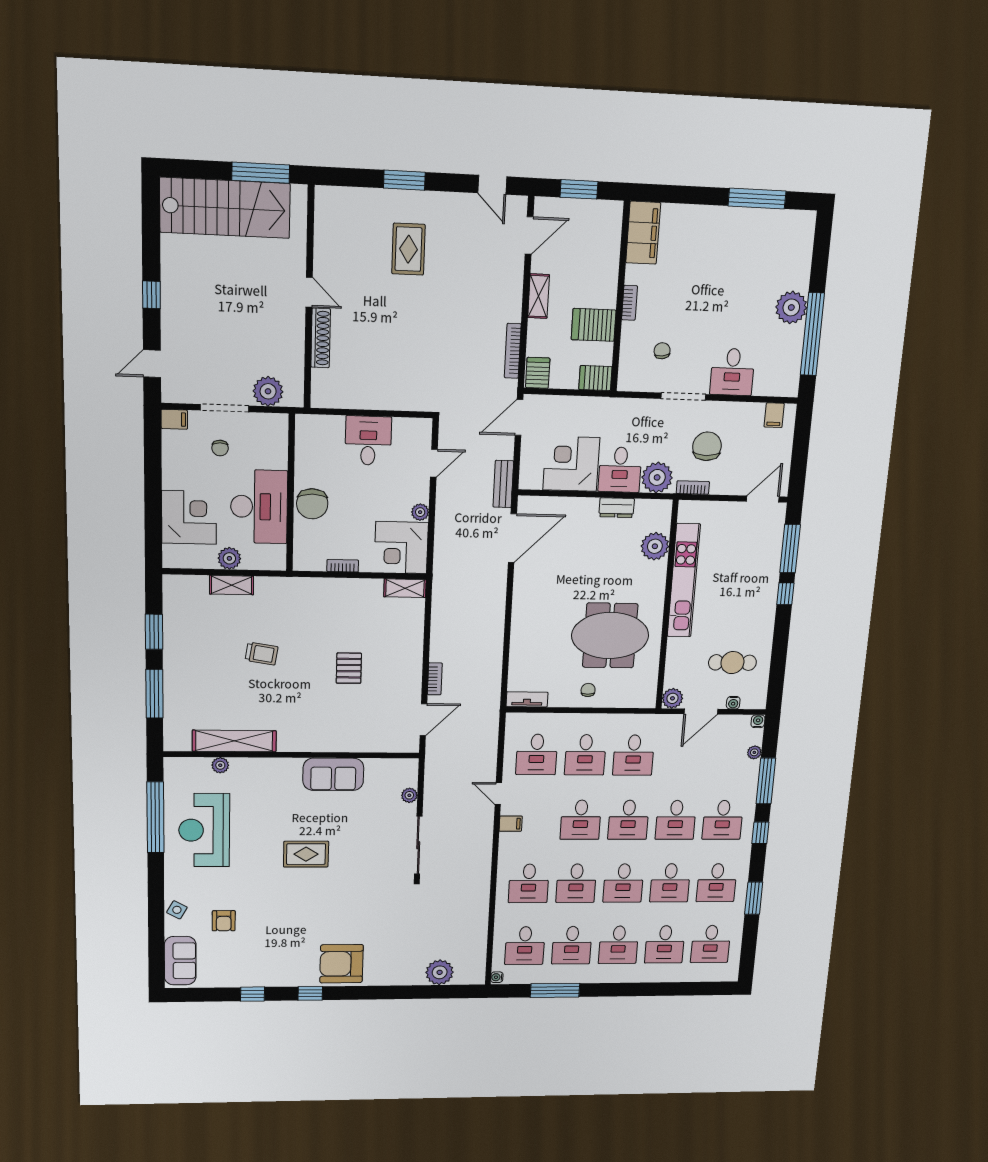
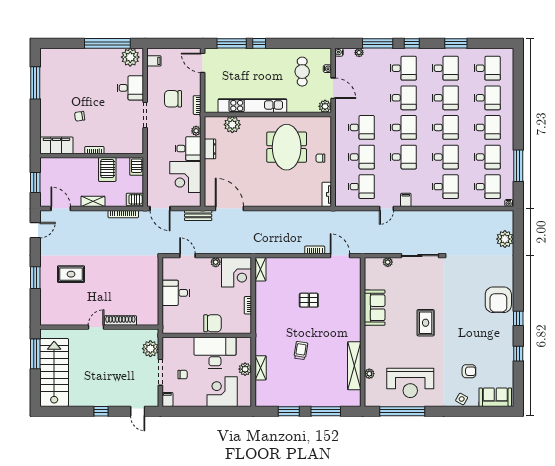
plant: (791, 307) -> (130, 57), moved
chair: (662, 351) -> (80, 116), moved
plant: (657, 477) -> (196, 131), width x0.53, depth x0.53

